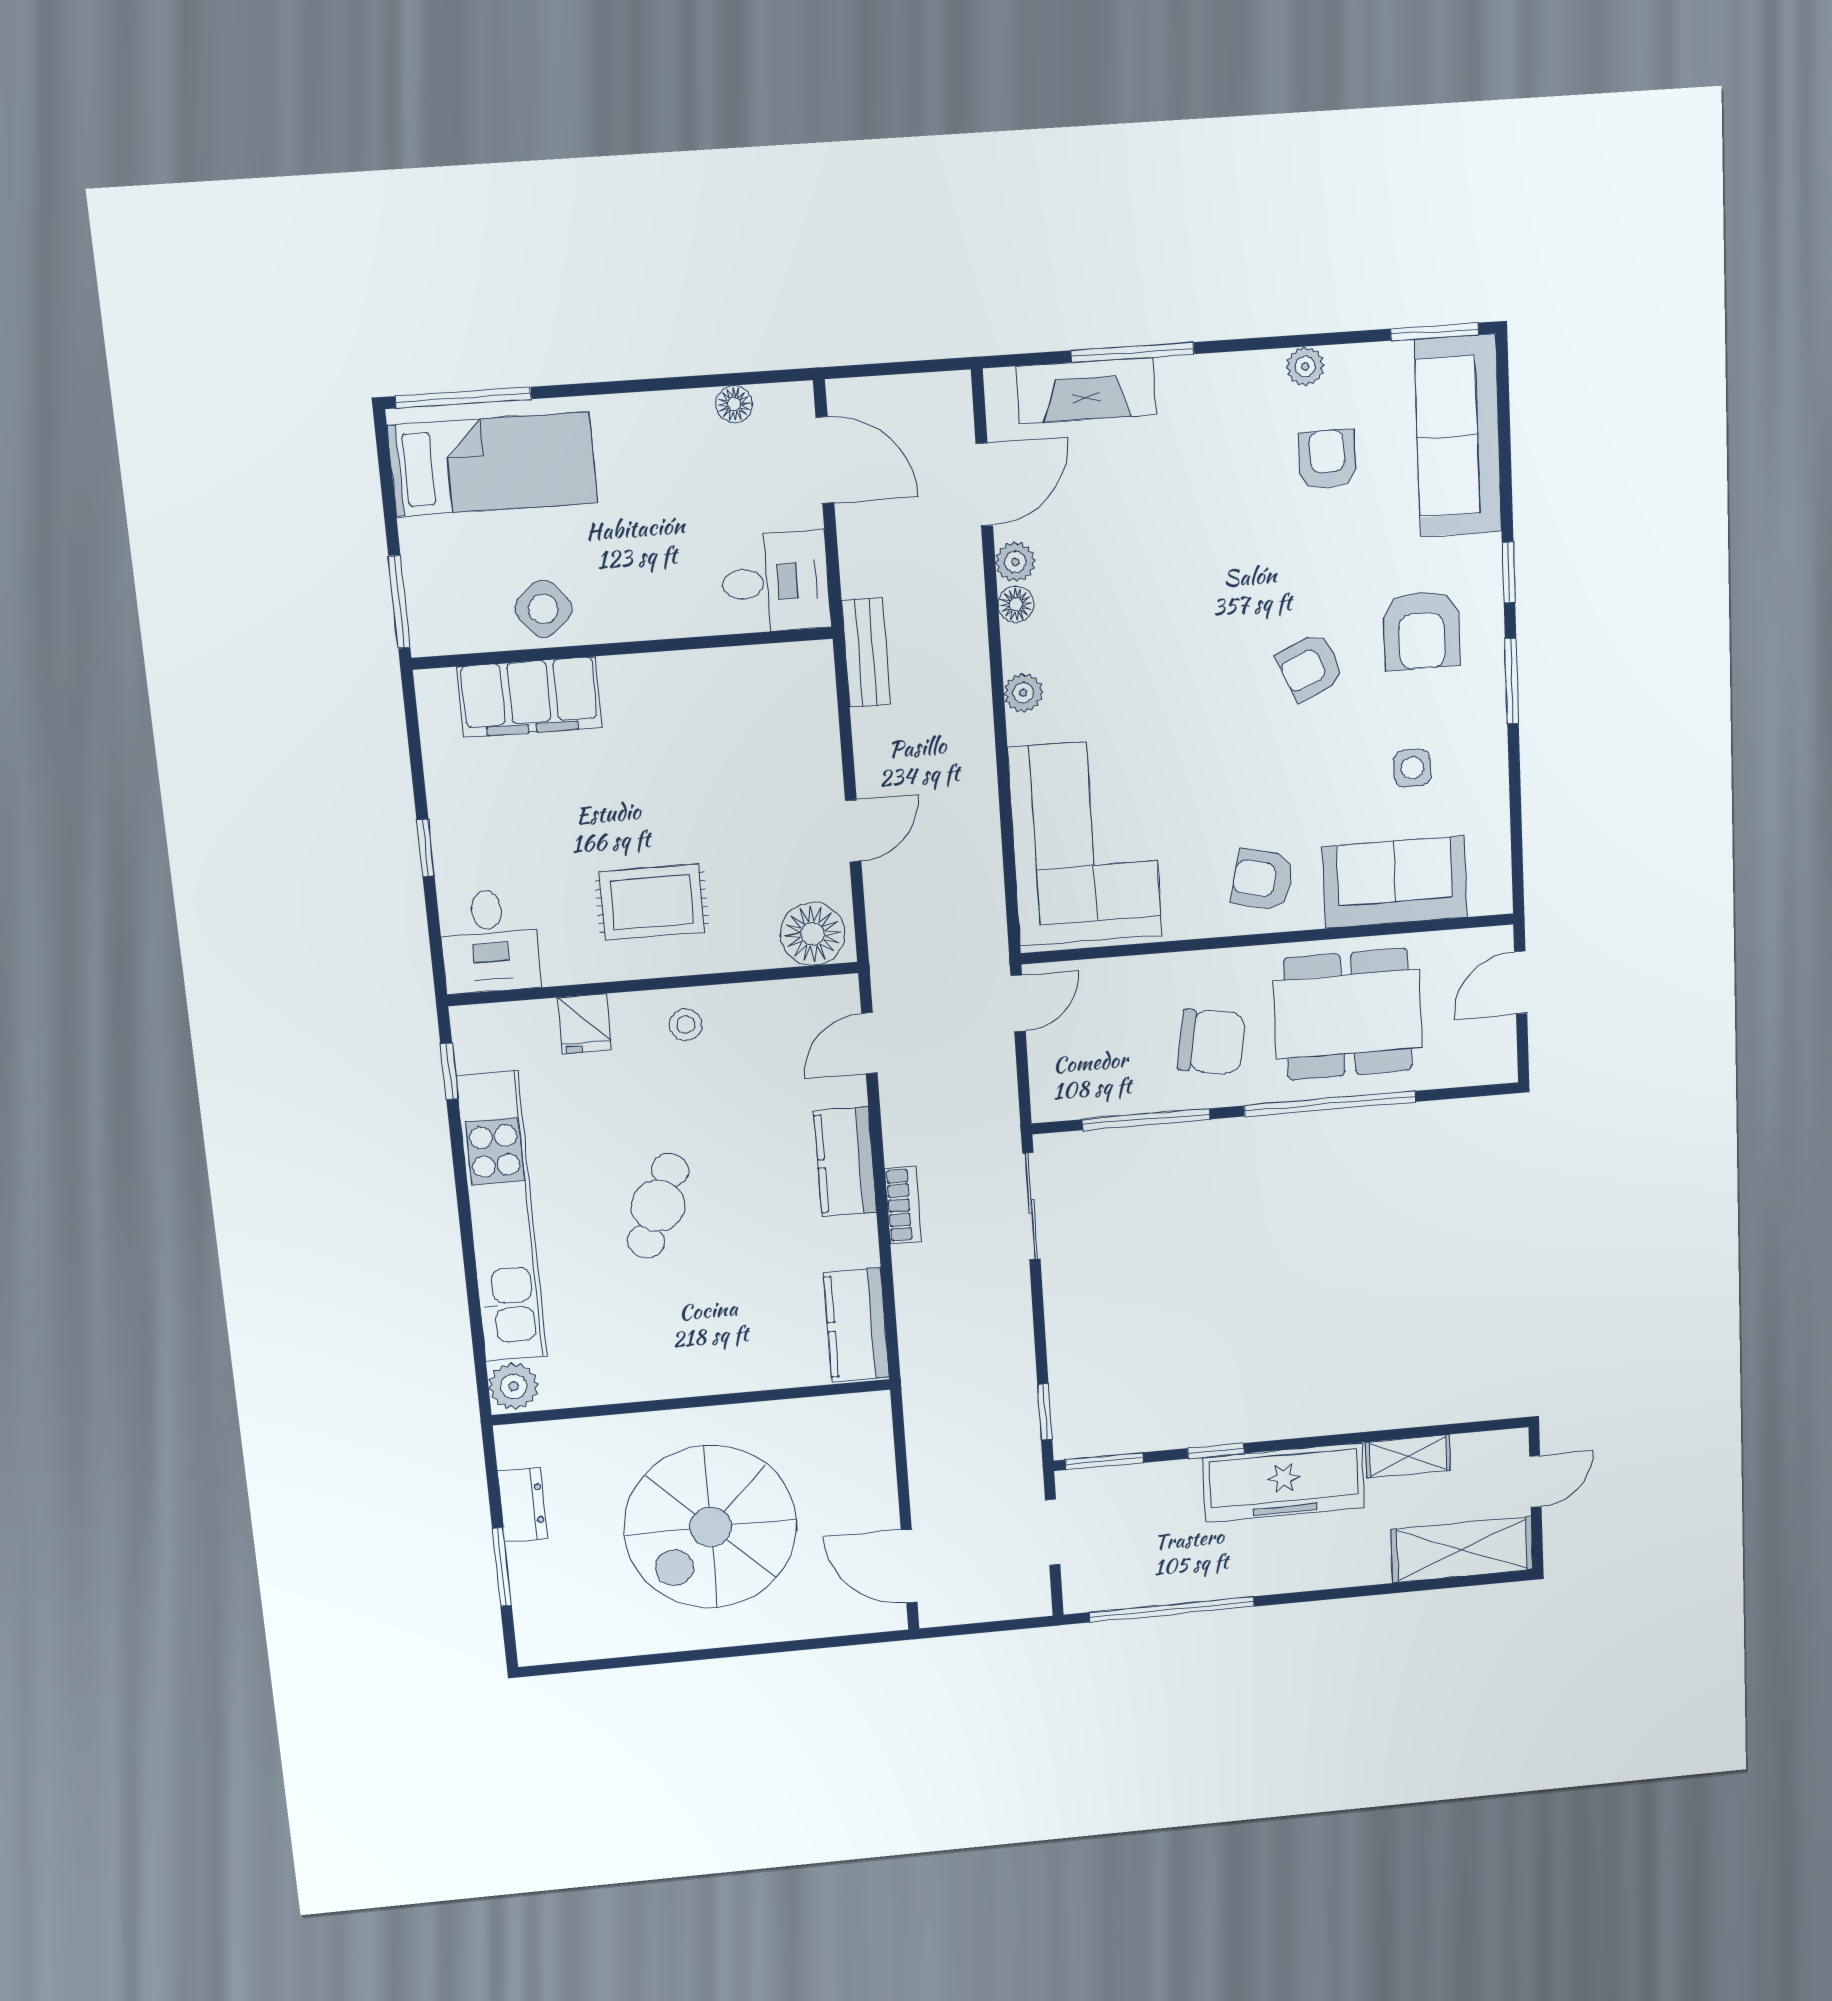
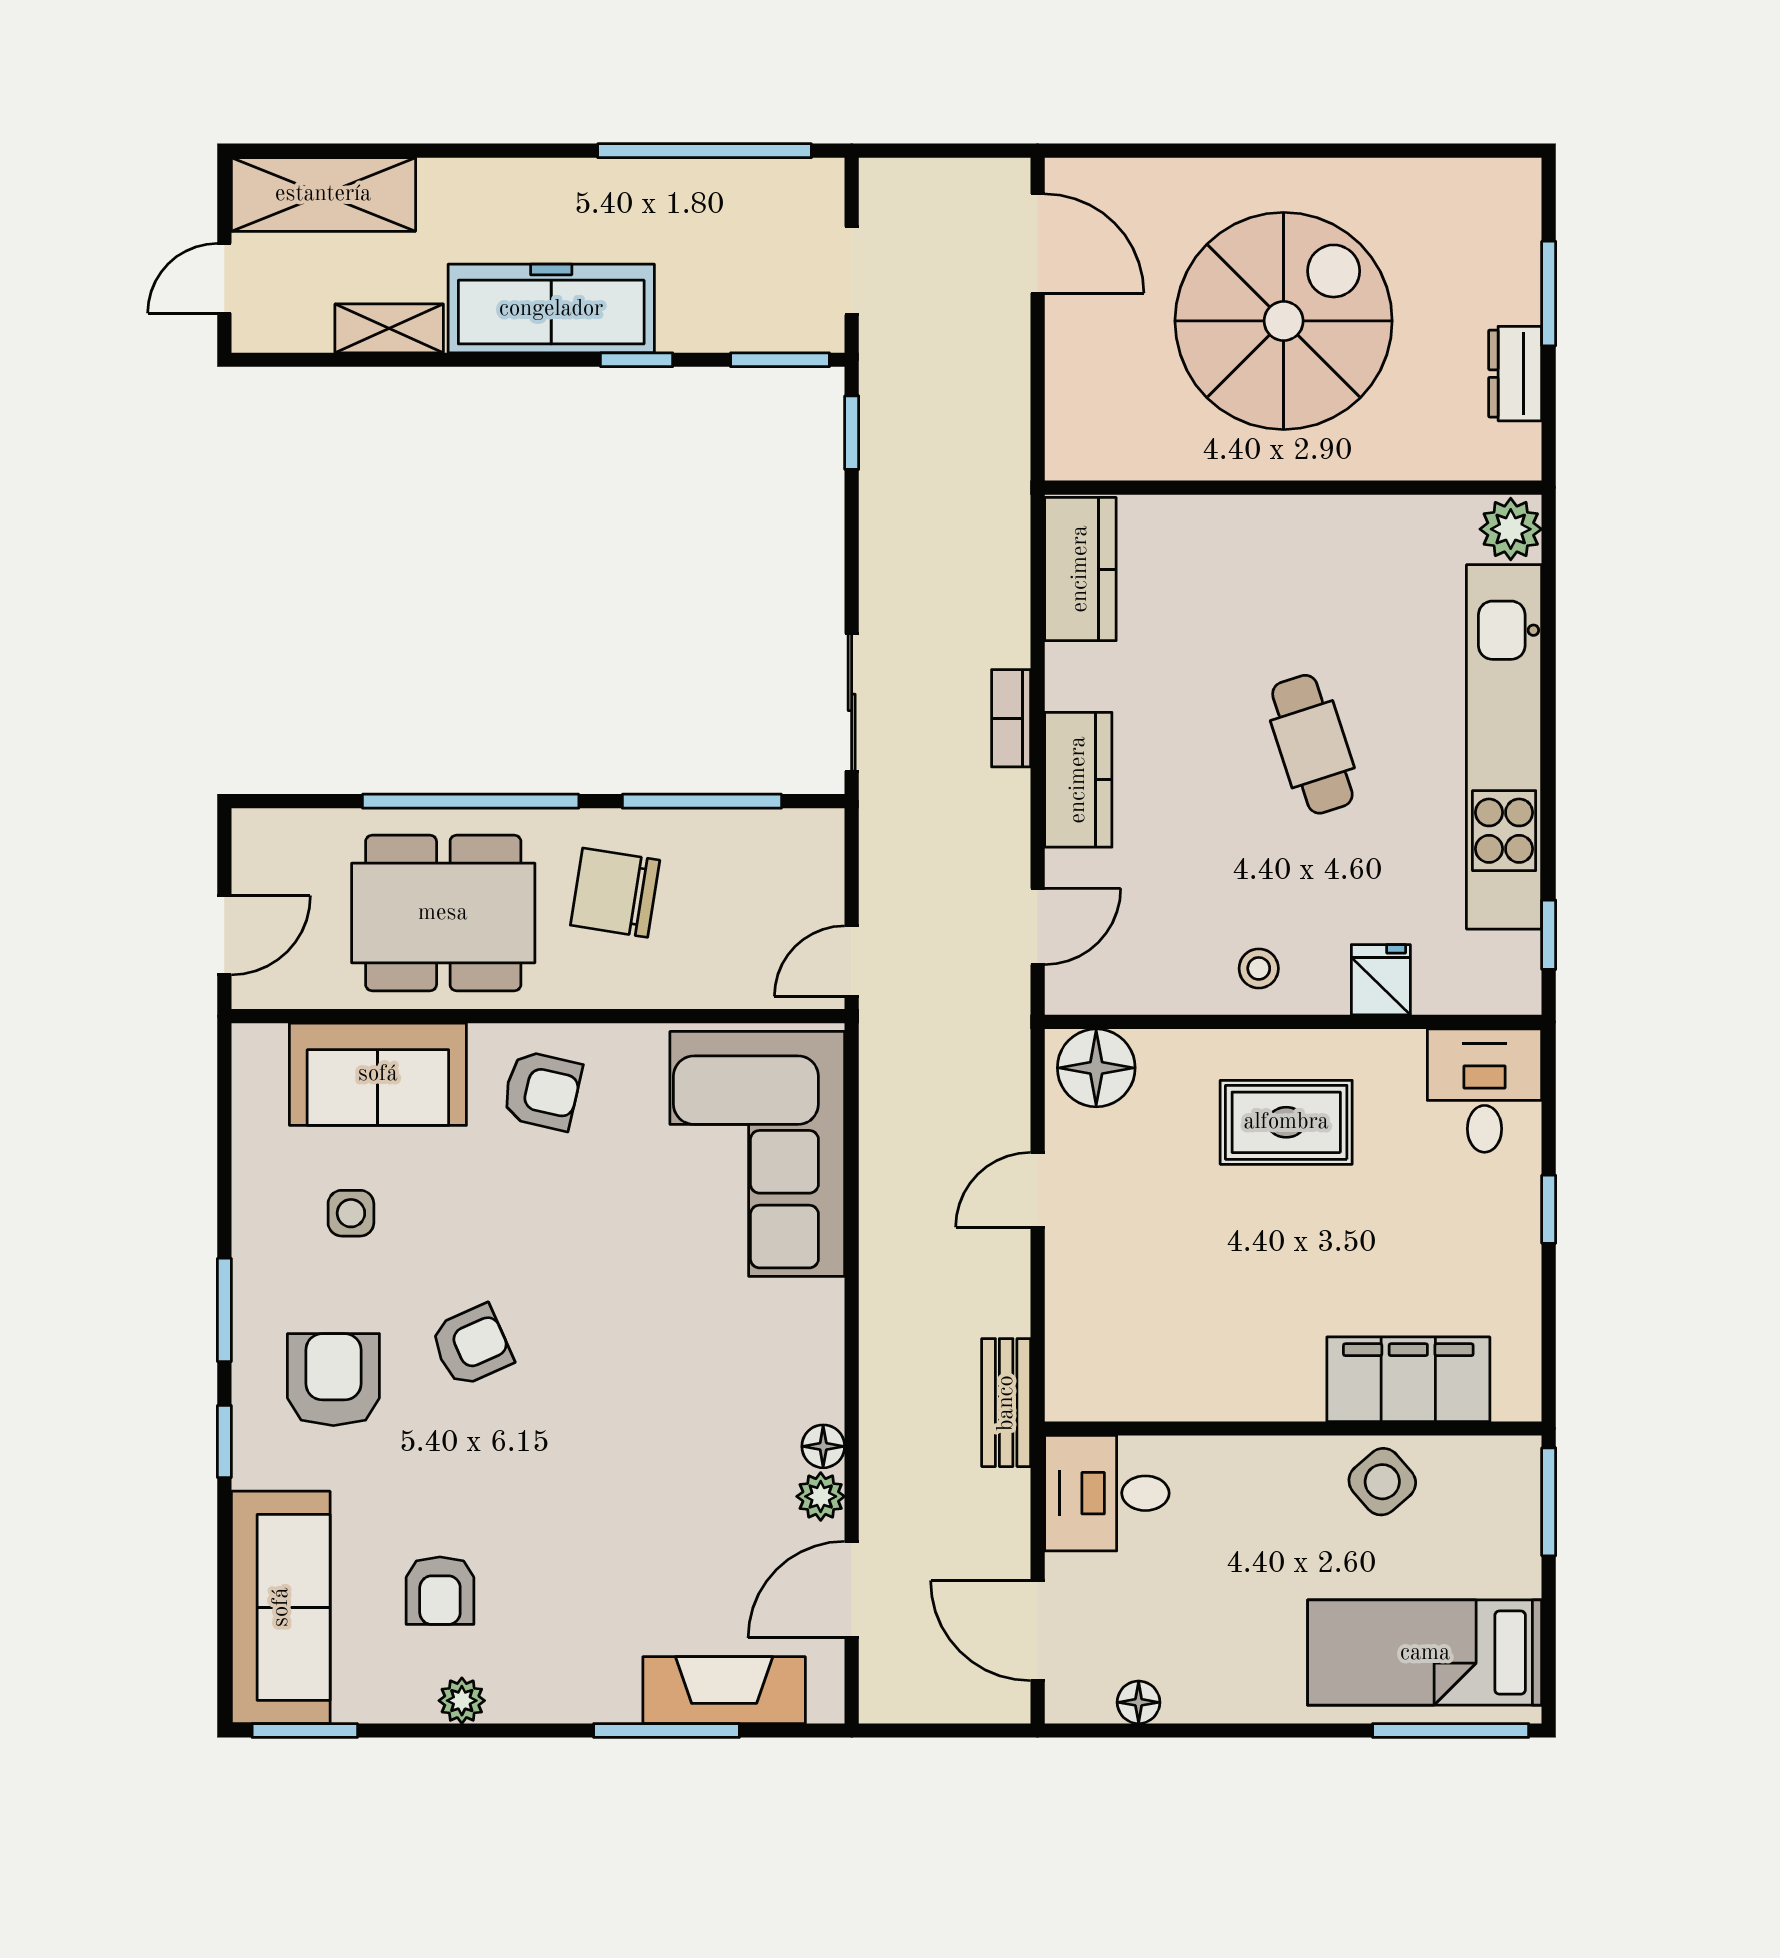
plant: (1023, 693) -> (821, 1340), removed
cafe table: (658, 1206) -> (1312, 744), turned -41

